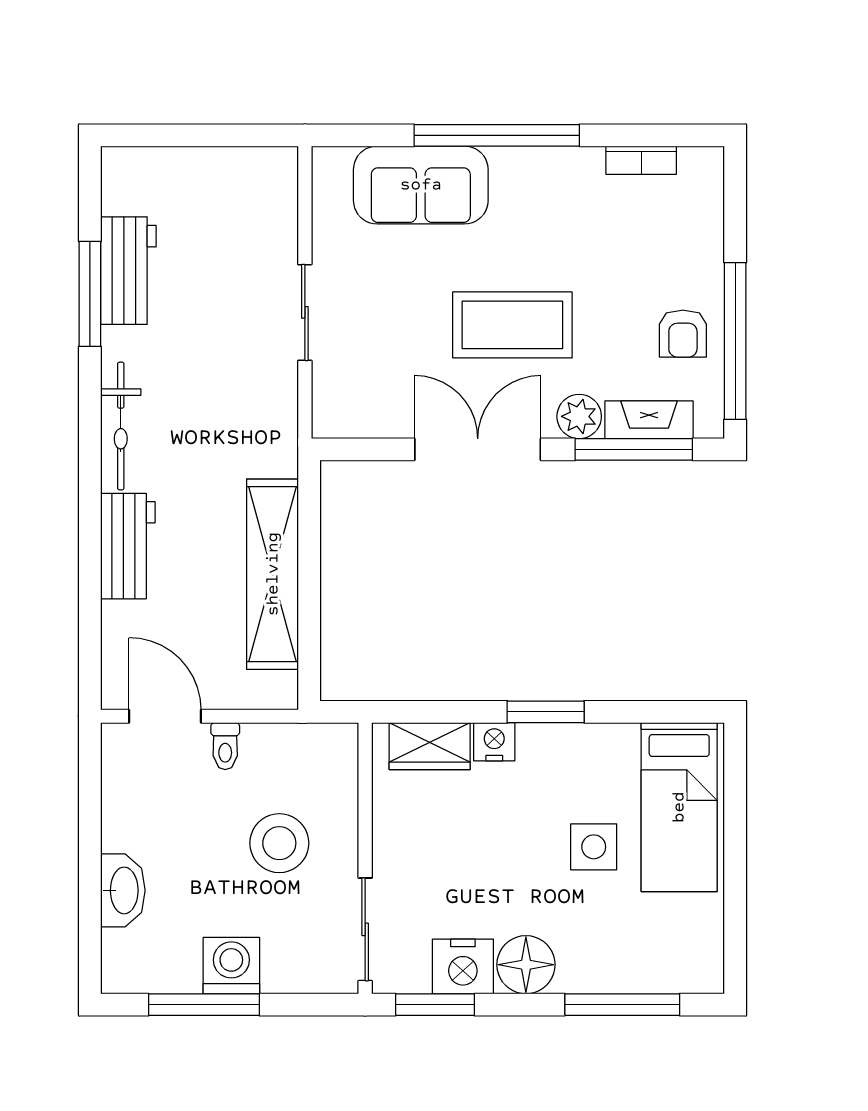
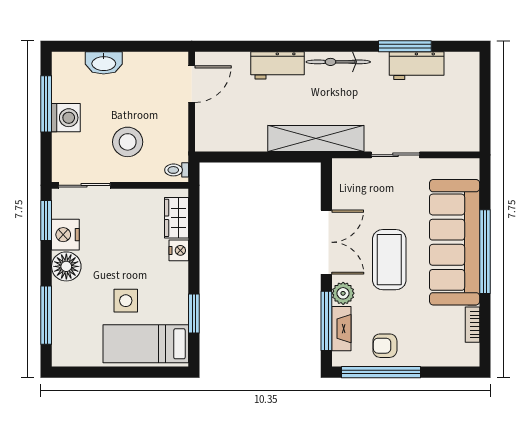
sofa: (421, 185) -> (455, 242), width x1.85, depth x1.27
shelving: (273, 574) -> (316, 138), moved
window: (546, 712) -> (194, 314), moved
toilet: (225, 746) -> (177, 170), moved

